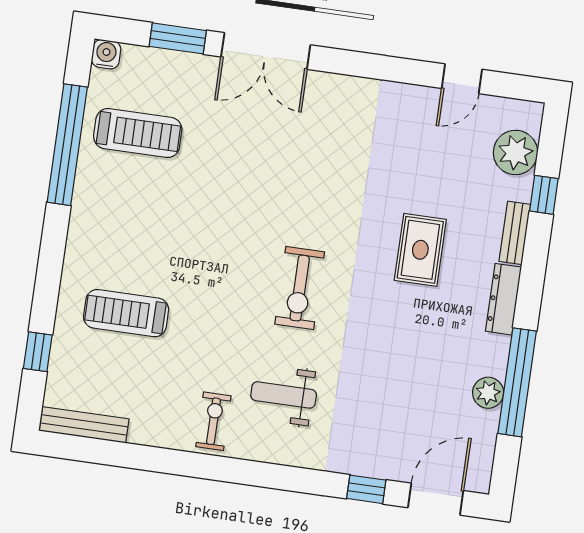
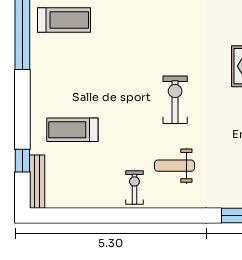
exercise bike: (300, 288) -> (175, 100), turned 180
bench: (84, 425) -> (37, 182), moved, turned 90

